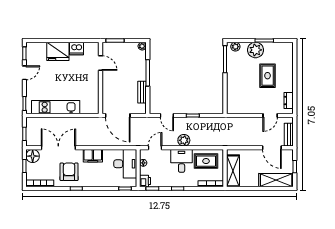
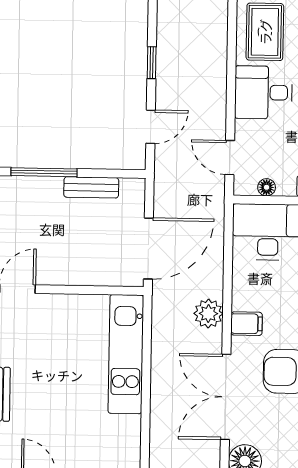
kitchen unit: (56, 107) -> (126, 354), moved
plant: (184, 140) -> (208, 314), moved
filing cabinet: (93, 156) -> (246, 324), width x0.50

